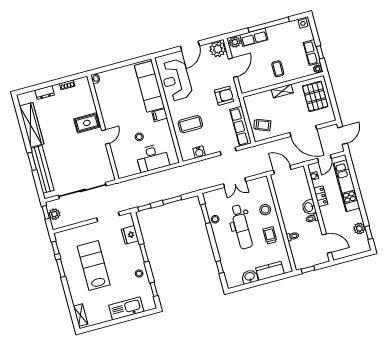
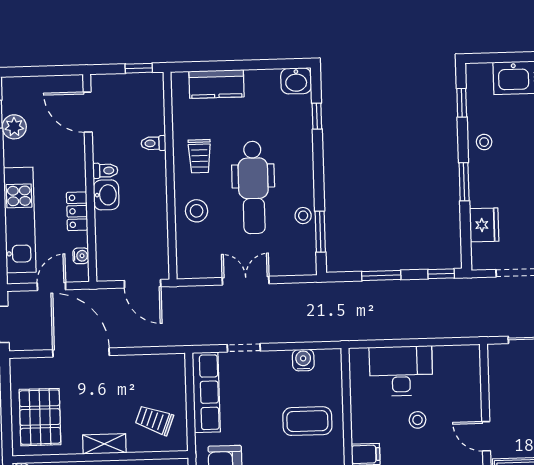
trolley: (262, 125) -> (154, 420), moved
door: (106, 137) -> (486, 436), hinge flipped
dental chair: (241, 227) -> (253, 187), turned 180
washbasin: (250, 277) -> (296, 81), moved

